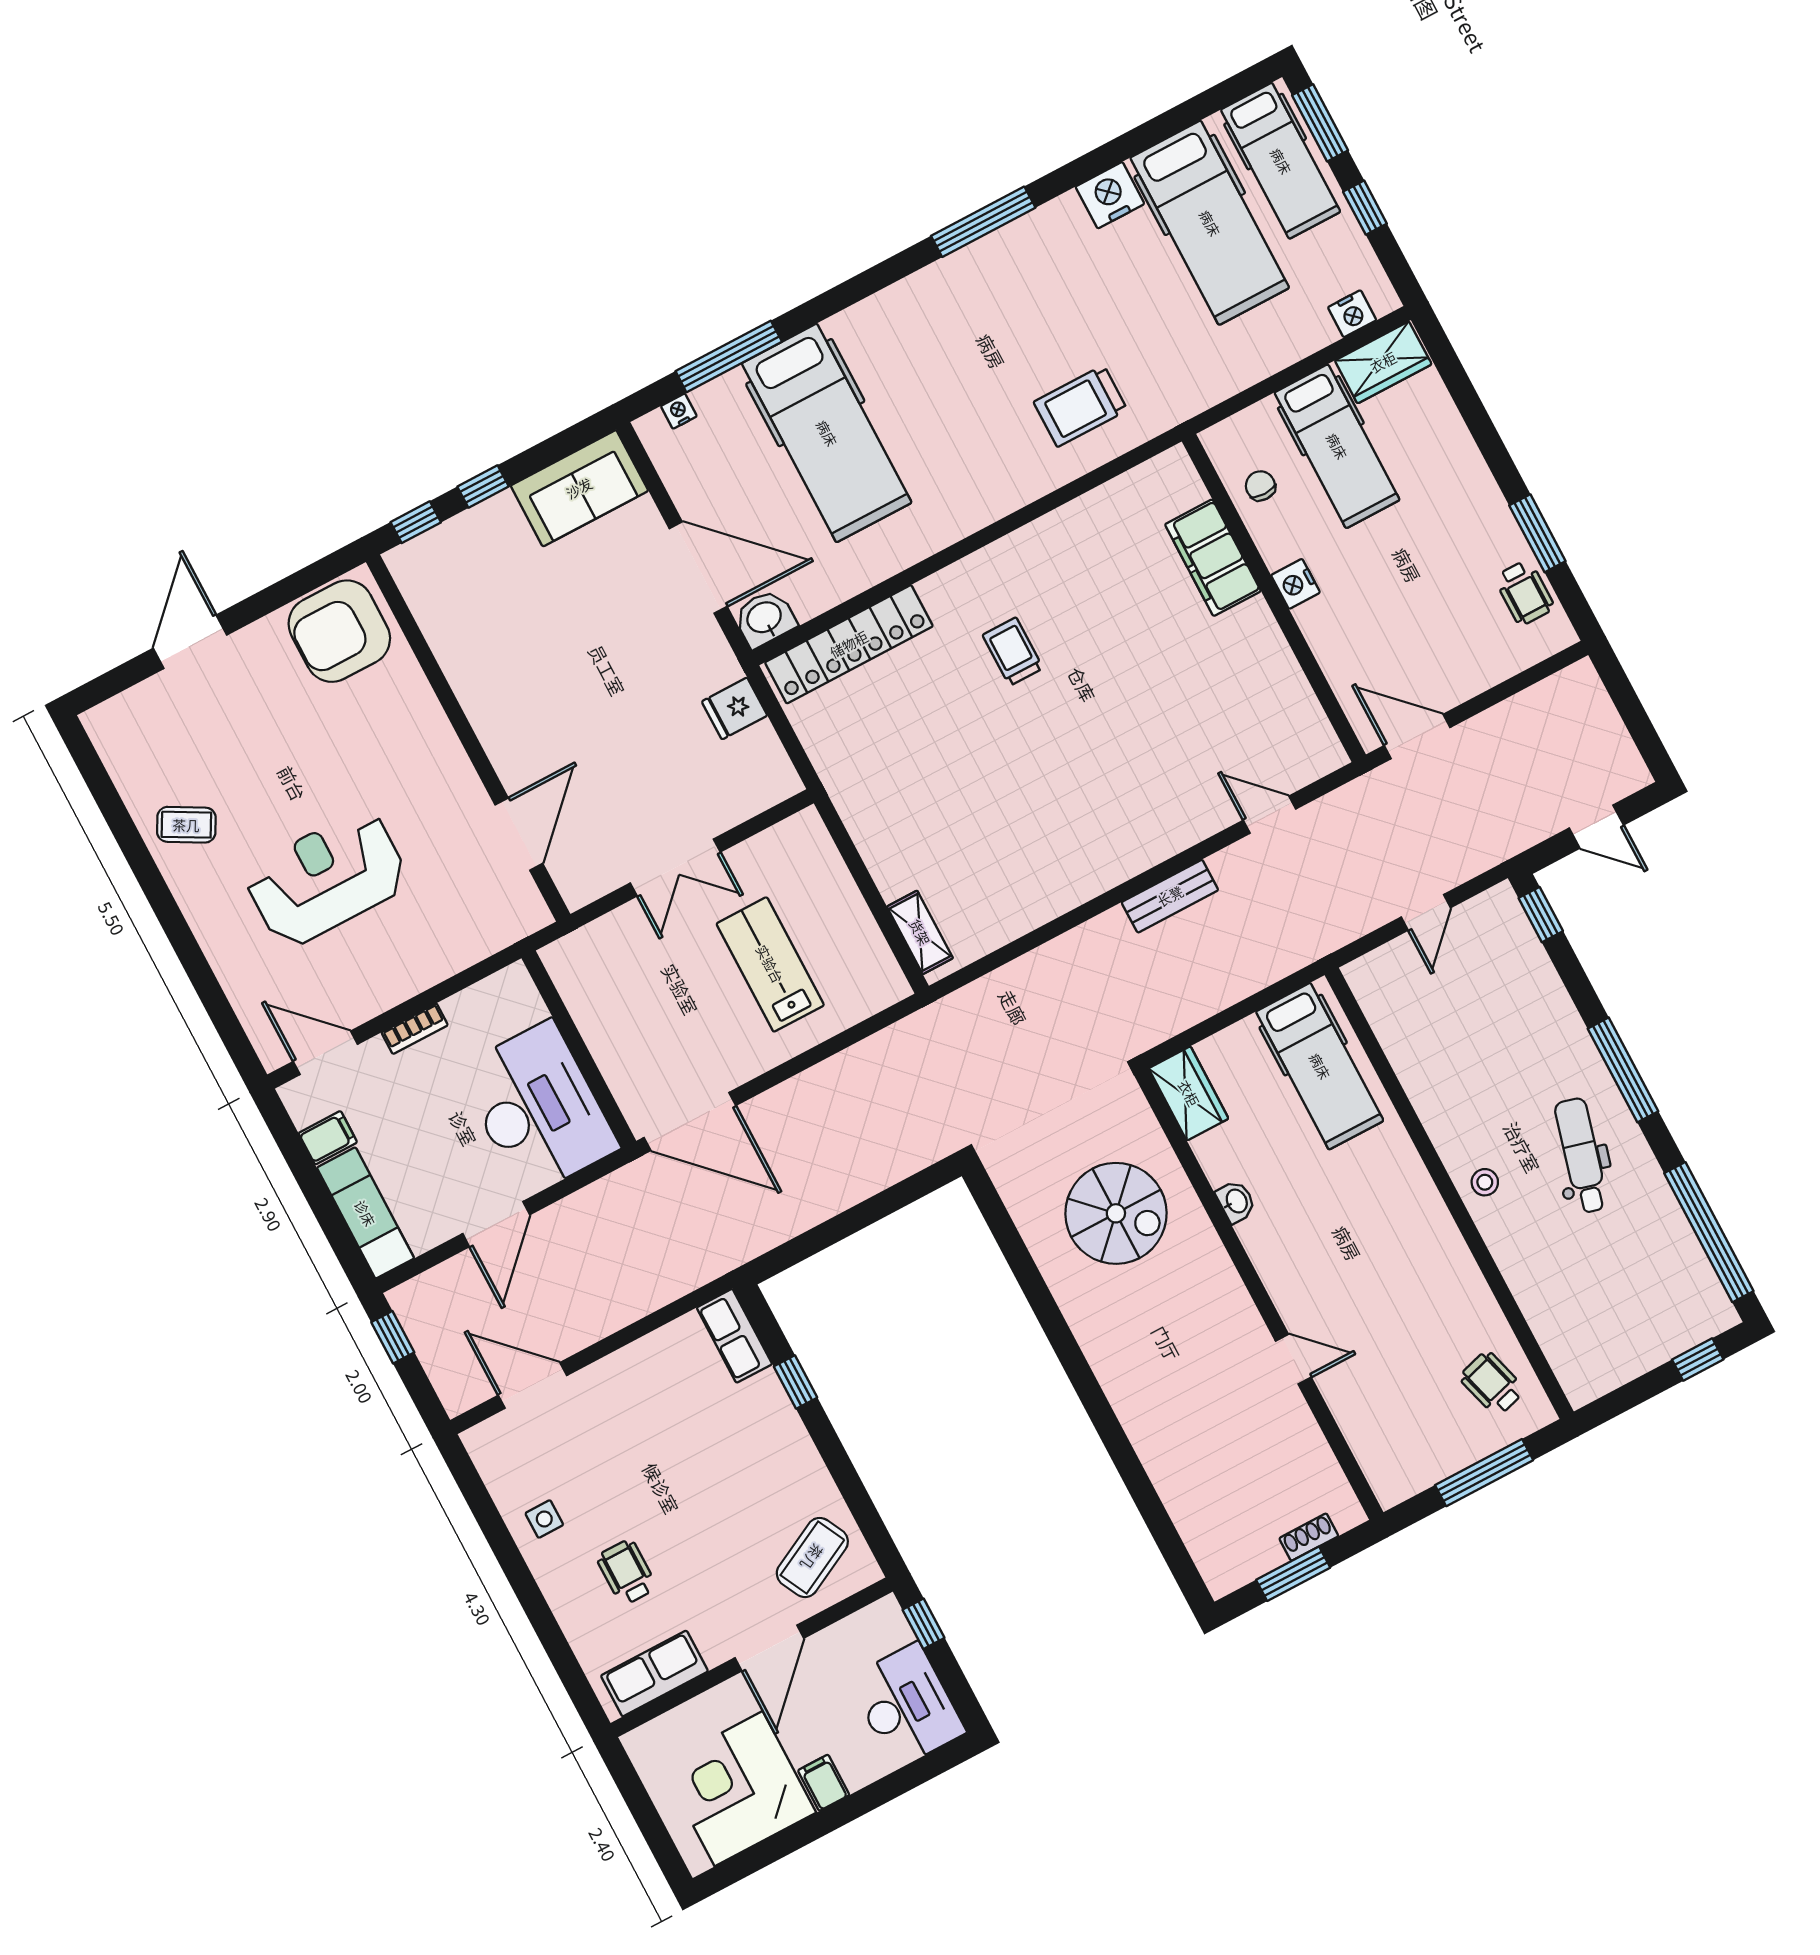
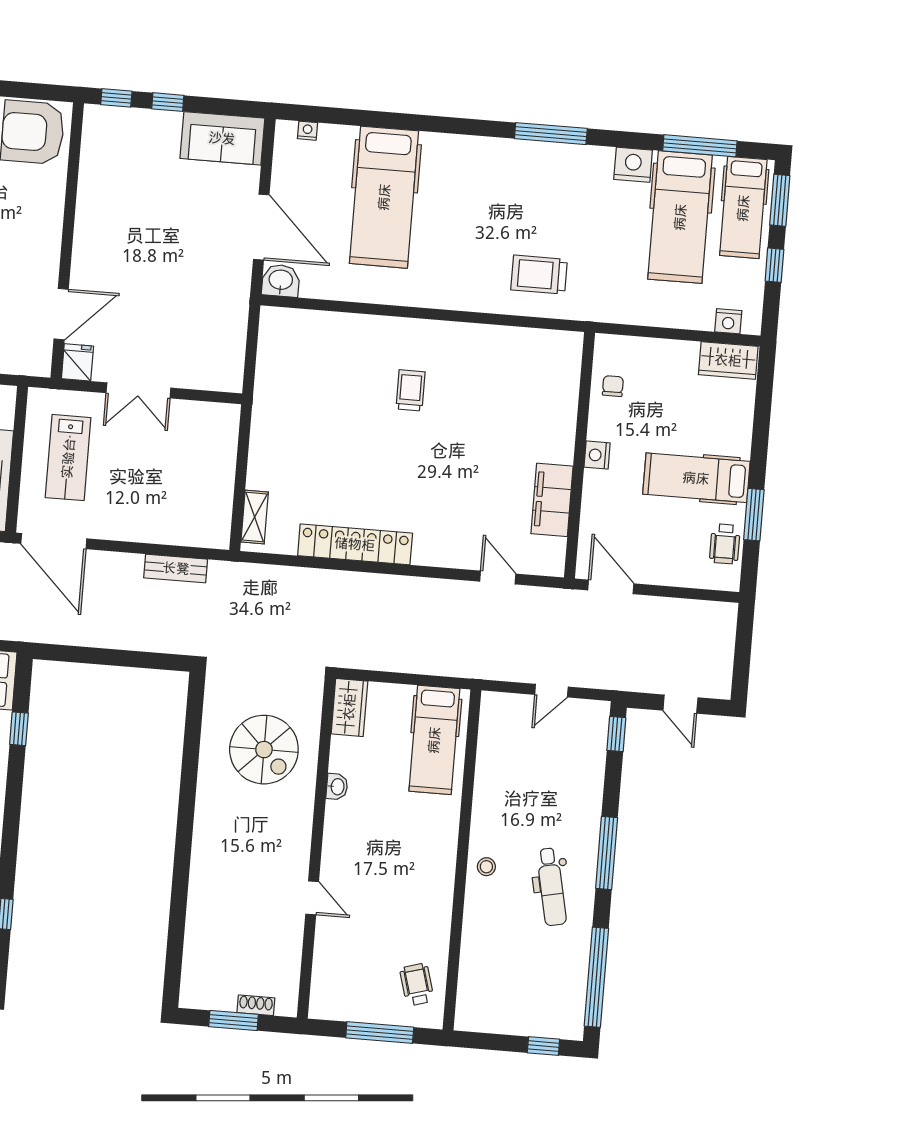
window: (729, 356) -> (700, 146), moved
hospital bed: (1337, 446) -> (696, 478), moved, turned 90
filing cabinet: (1213, 558) -> (552, 500), moved
locker: (849, 644) -> (355, 544), moved, turned 180
fridge: (735, 708) -> (77, 362), moved, turned 90
bench: (1170, 896) -> (176, 568), moved
lab bench: (770, 964) -> (68, 458), moved, turned 180
dental chair: (1581, 1156) -> (551, 887), turned 153

